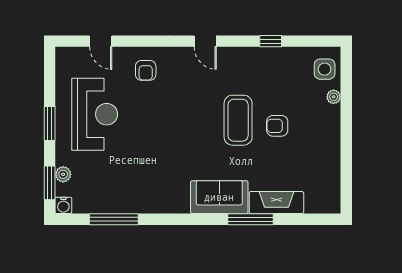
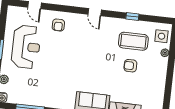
coffee table: (238, 120) -> (133, 41), moved, turned 90

